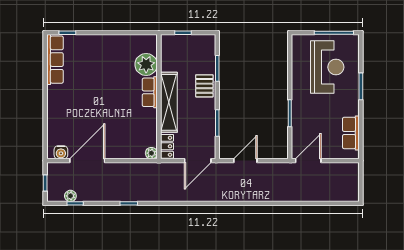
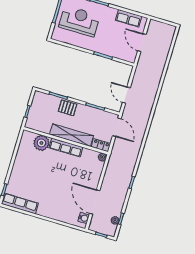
row of seats: (150, 92) -> (66, 147), width x1.48
door: (308, 161) -> (142, 43), moved

